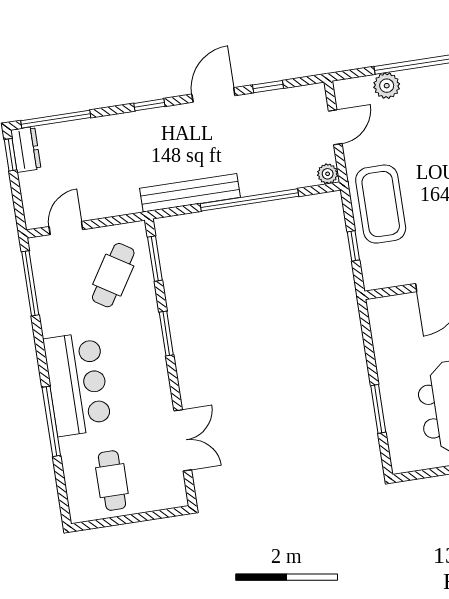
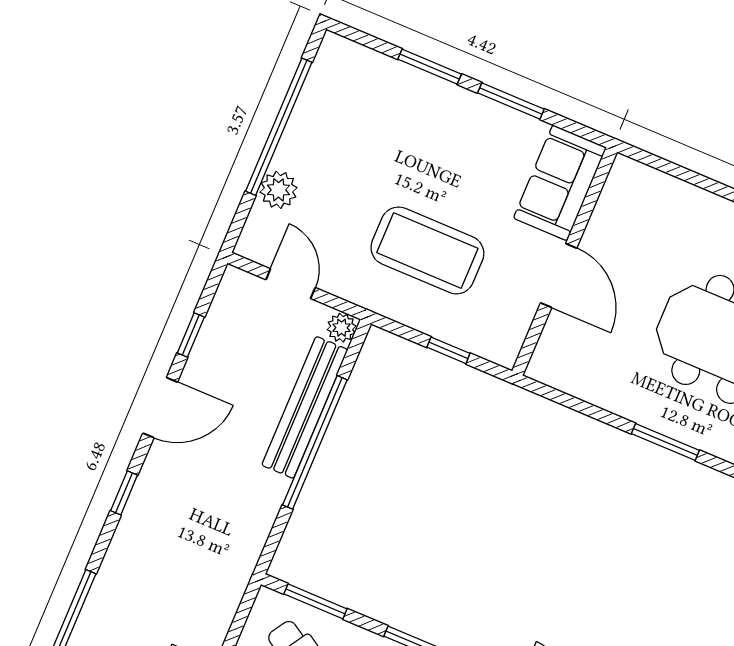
door: (213, 95) -> (160, 408), swing flipped
bench: (190, 193) -> (305, 407), moved
coffee table: (381, 204) -> (427, 250), moved

